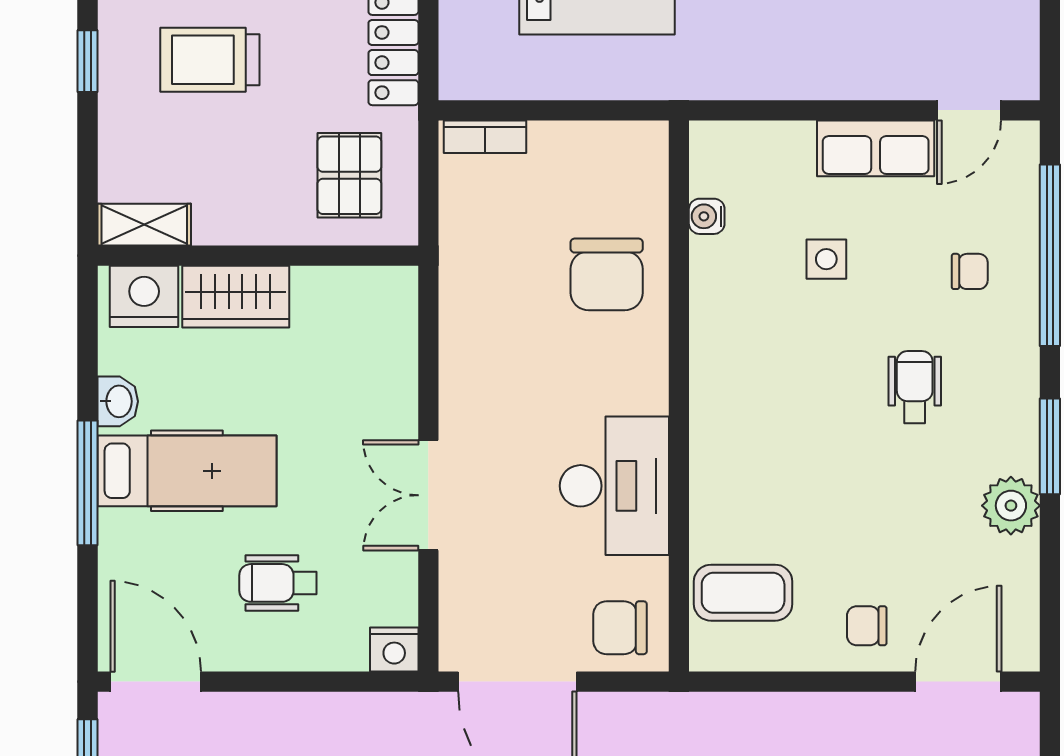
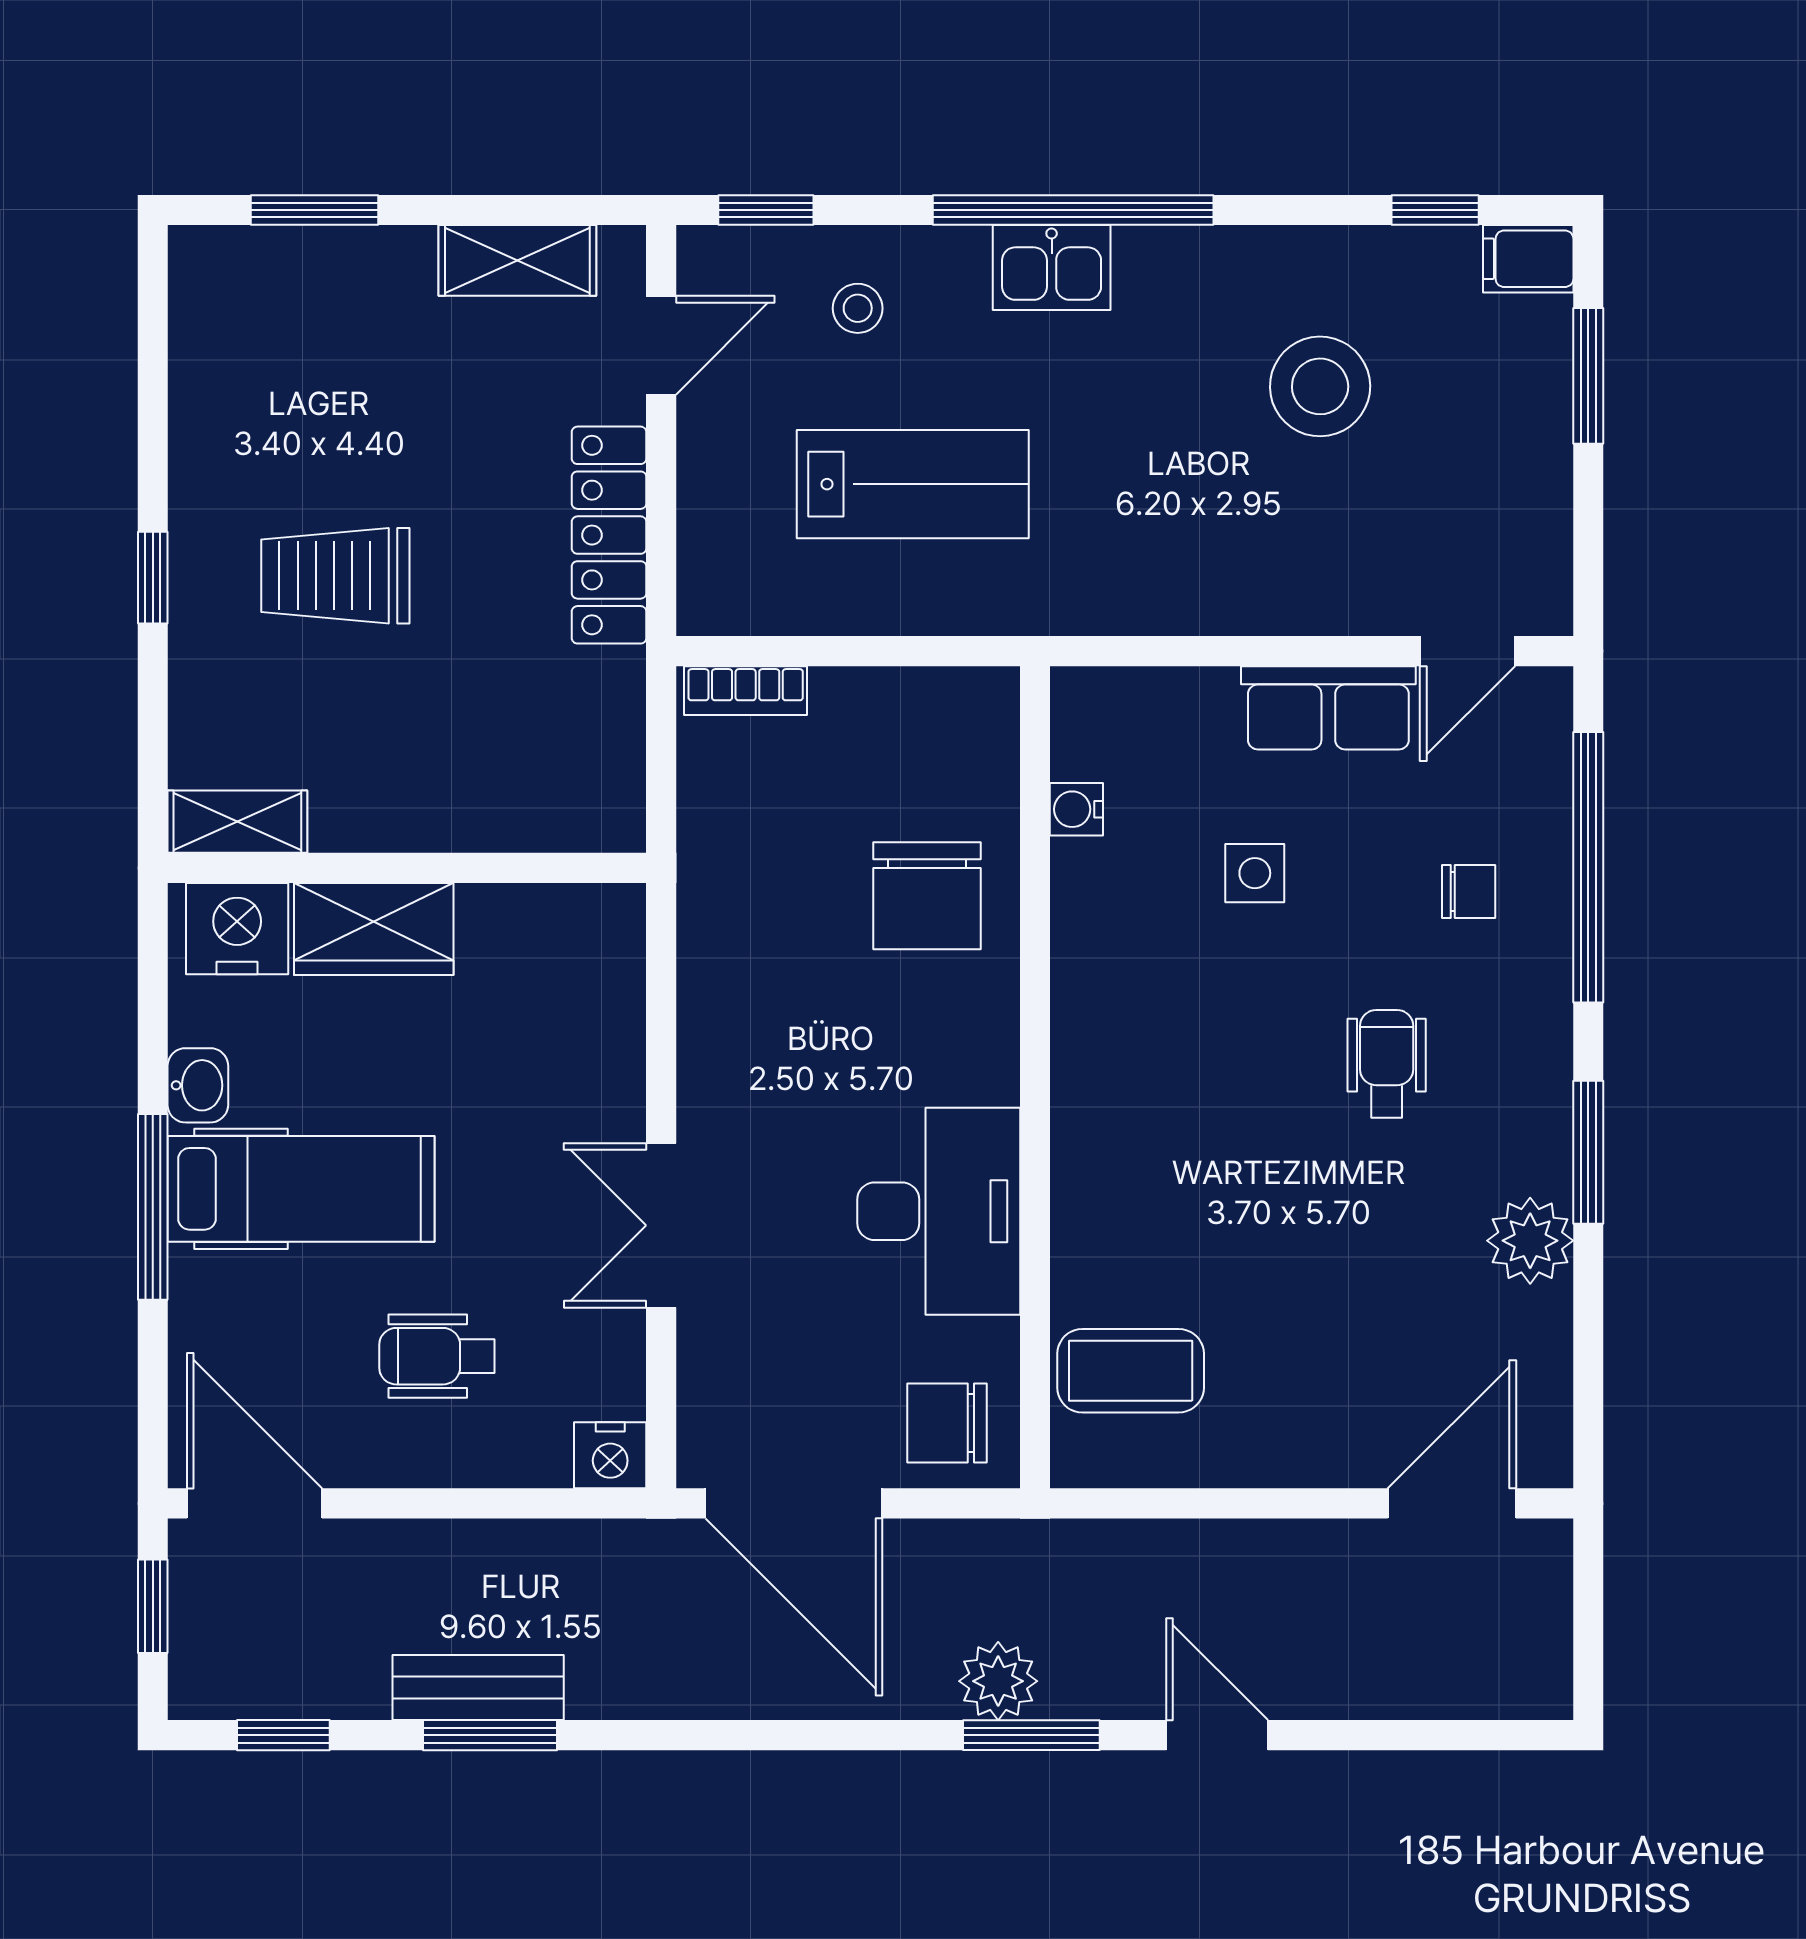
pallet: (349, 175) -> (543, 748), removed
chair: (867, 626) -> (1315, 1420), removed

